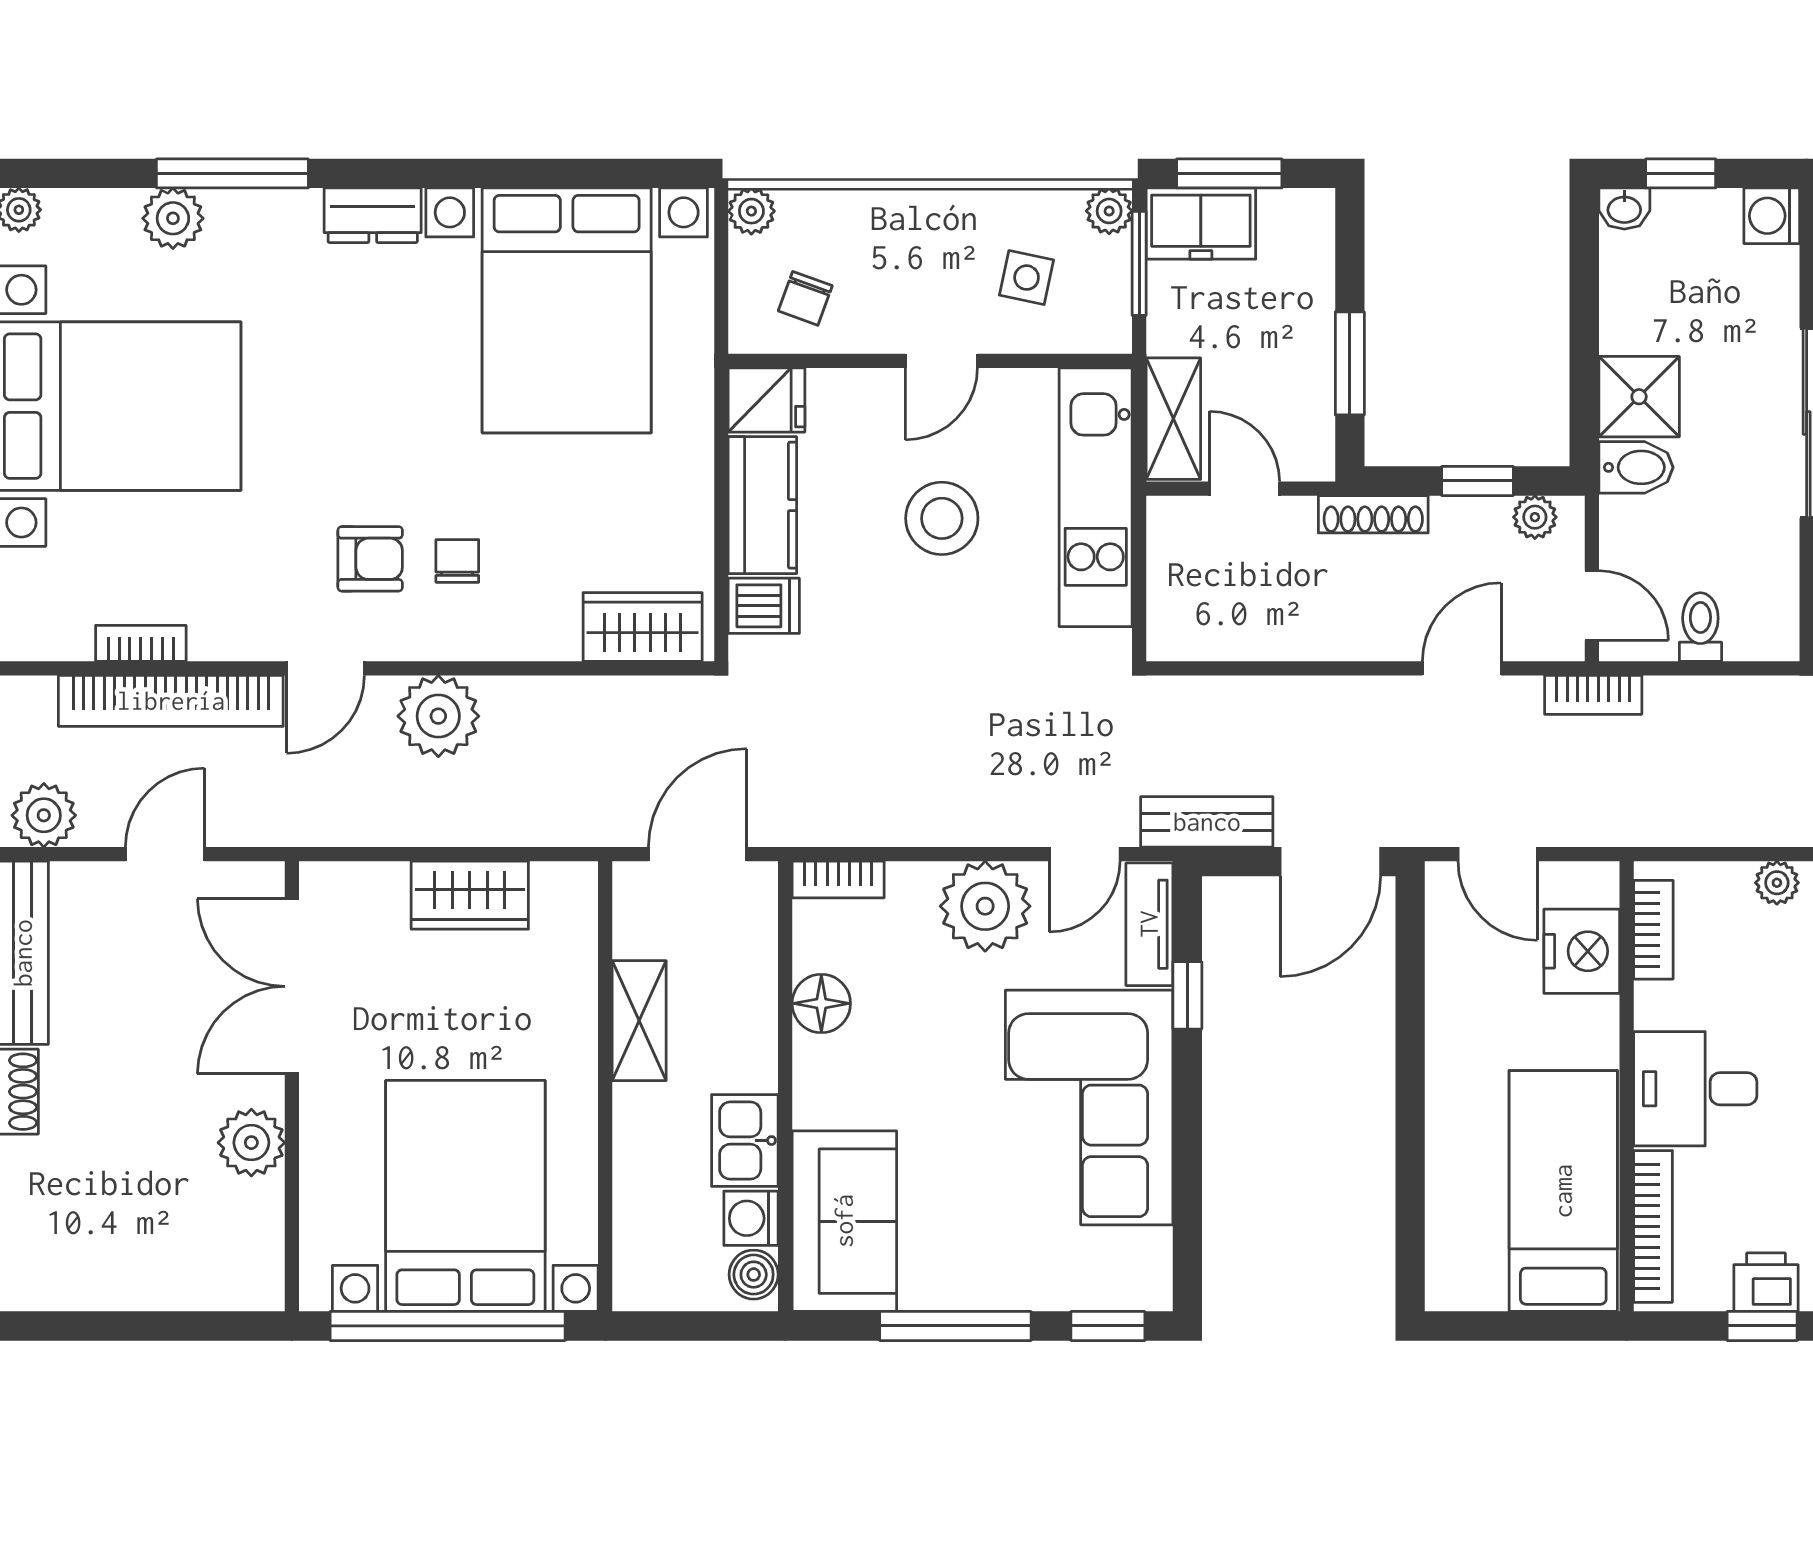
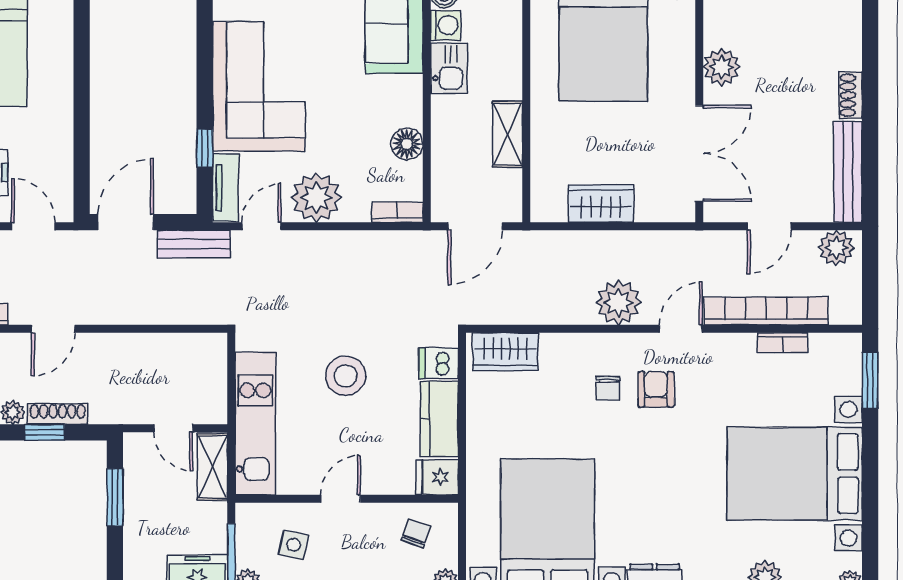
shoe rack: (1373, 514) -> (58, 414), moved
stool: (942, 518) -> (346, 376), moved
armchair: (370, 559) -> (656, 389), turned 90

